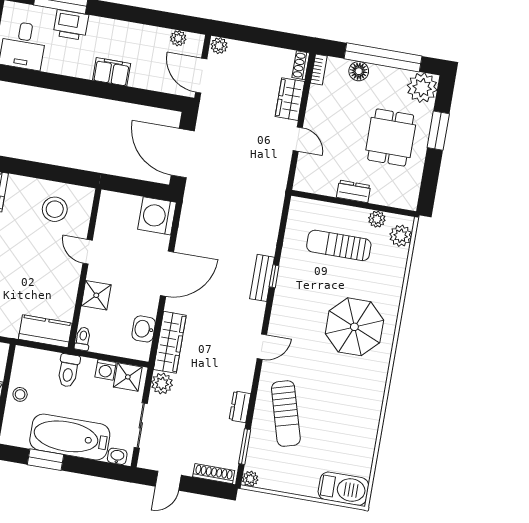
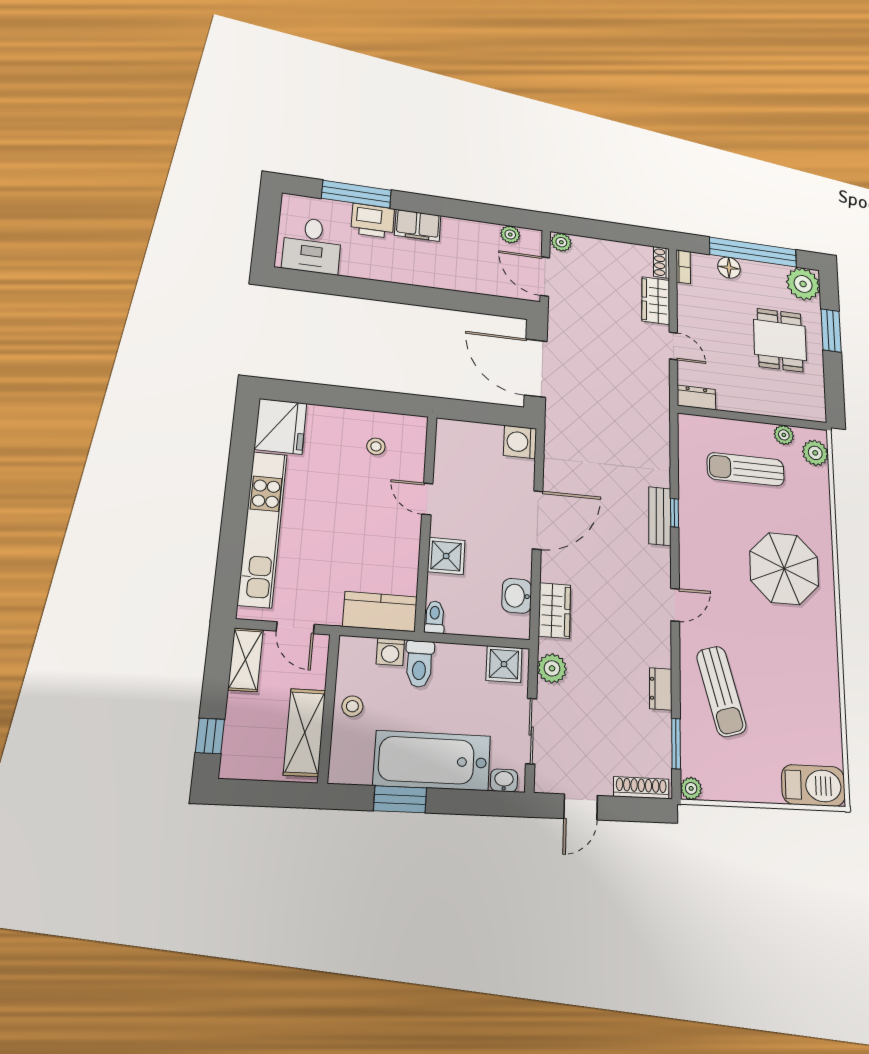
filing cabinet: (112, 72) -> (418, 225), moved, turned 180
dresser: (353, 191) -> (696, 397), moved
stool: (55, 209) -> (376, 446), width x0.53, depth x0.53
washing machine: (157, 216) -> (520, 442), width x0.73, depth x0.73
wardrobe: (170, 342) -> (554, 611), width x0.67
washing machine: (106, 370) -> (390, 652), moved

